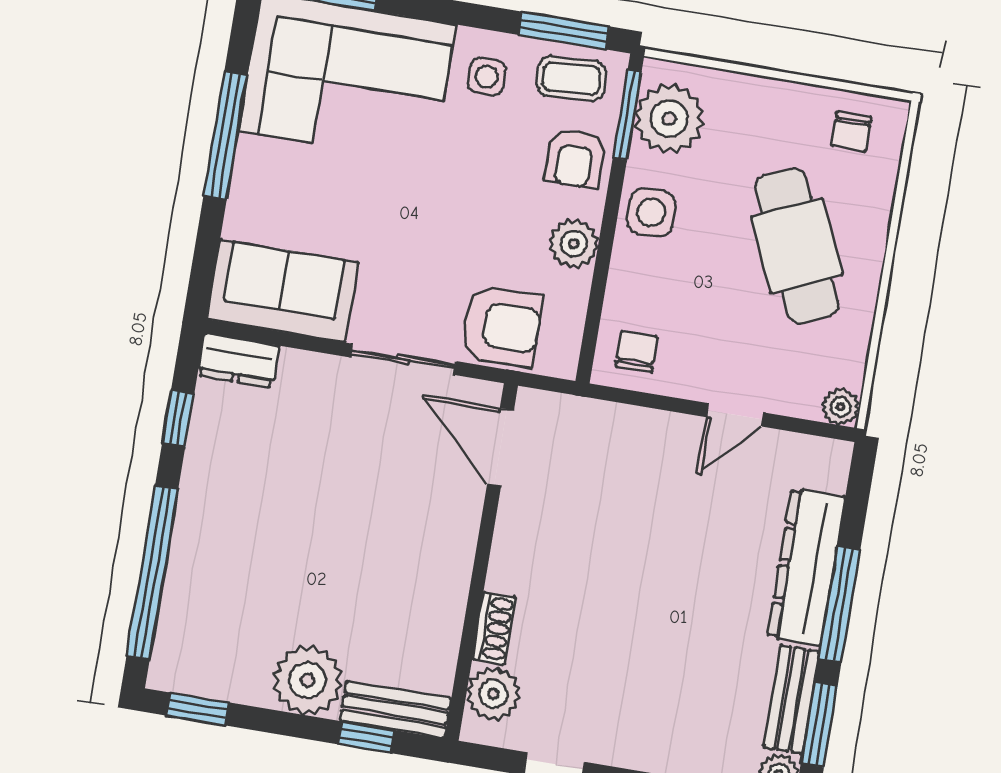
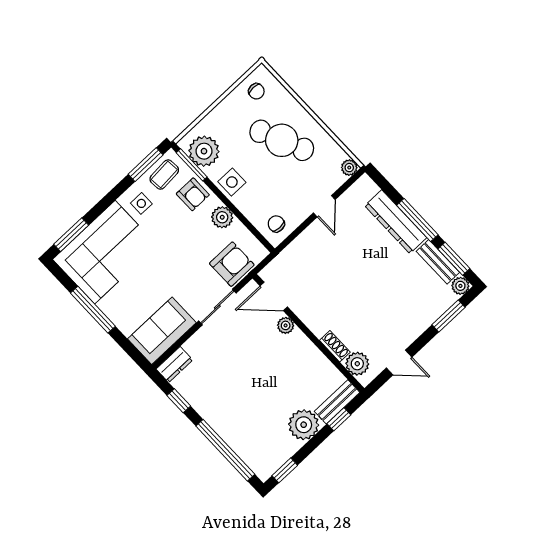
plant: (464, 510) -> (286, 325), added

